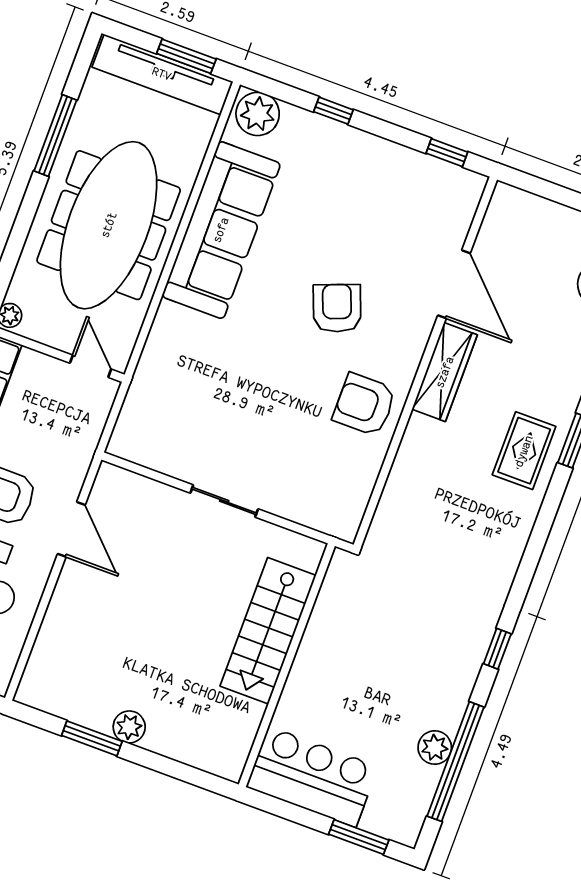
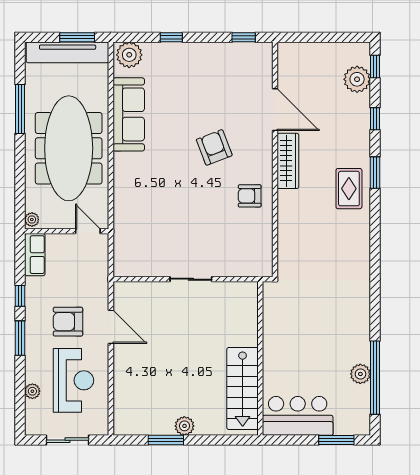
sofa: (221, 230) -> (129, 114), width x0.74, depth x0.79
armchair: (364, 405) -> (250, 196), width x0.72, depth x0.72
stairs: (268, 631) -> (243, 389), moved
window: (497, 649) -> (375, 305), removed

